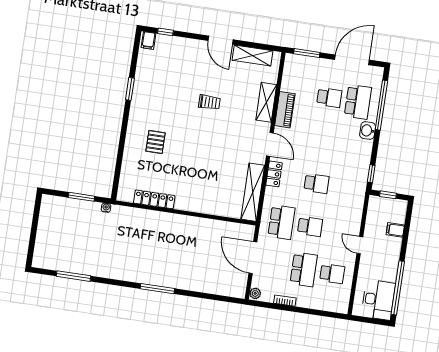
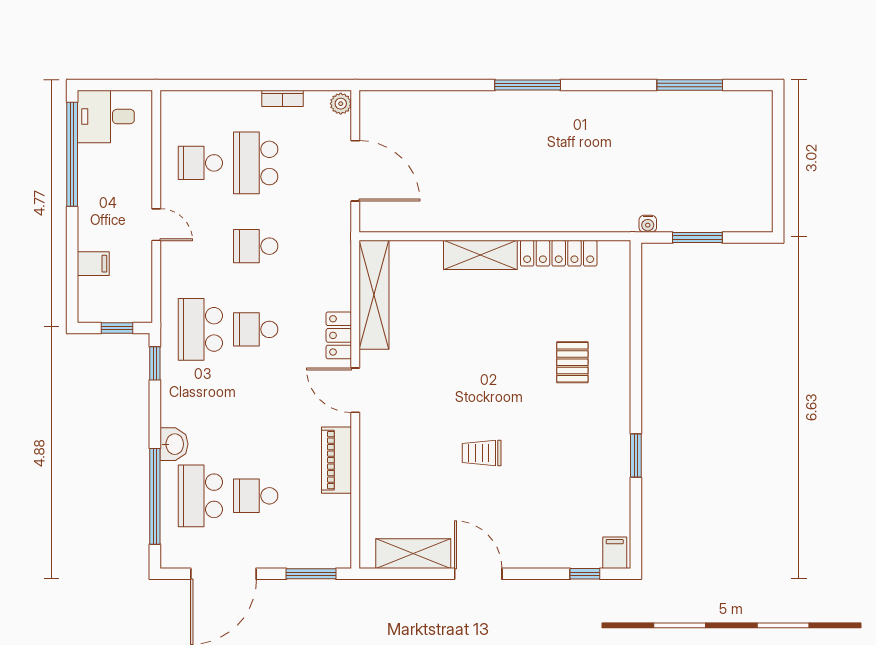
shelving: (266, 102) -> (480, 255), moved, turned 90
school desk: (281, 222) -> (200, 329), moved
desk: (378, 300) -> (106, 117), width x0.73

